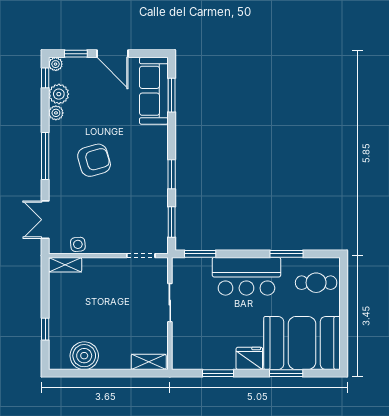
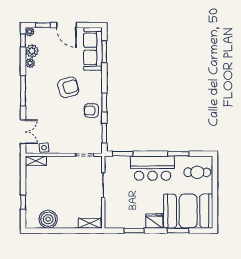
armchair: (94, 160) -> (68, 87), moved
armchair: (151, 187) -> (91, 110), added
double door: (45, 220) -> (23, 132), swing flipped

